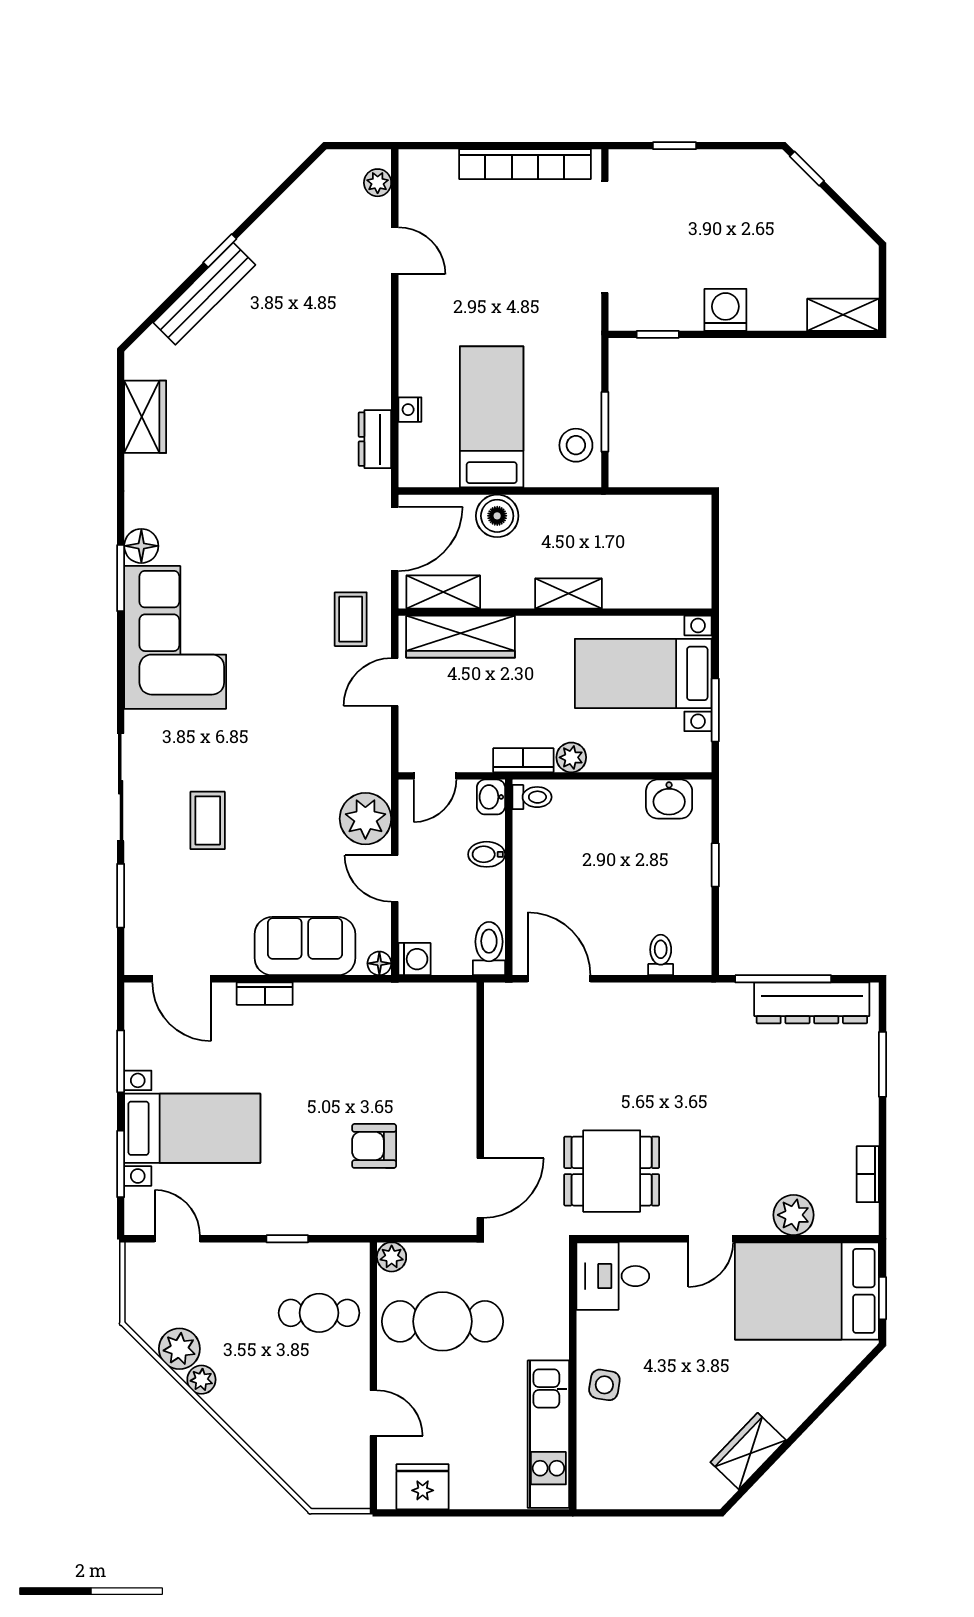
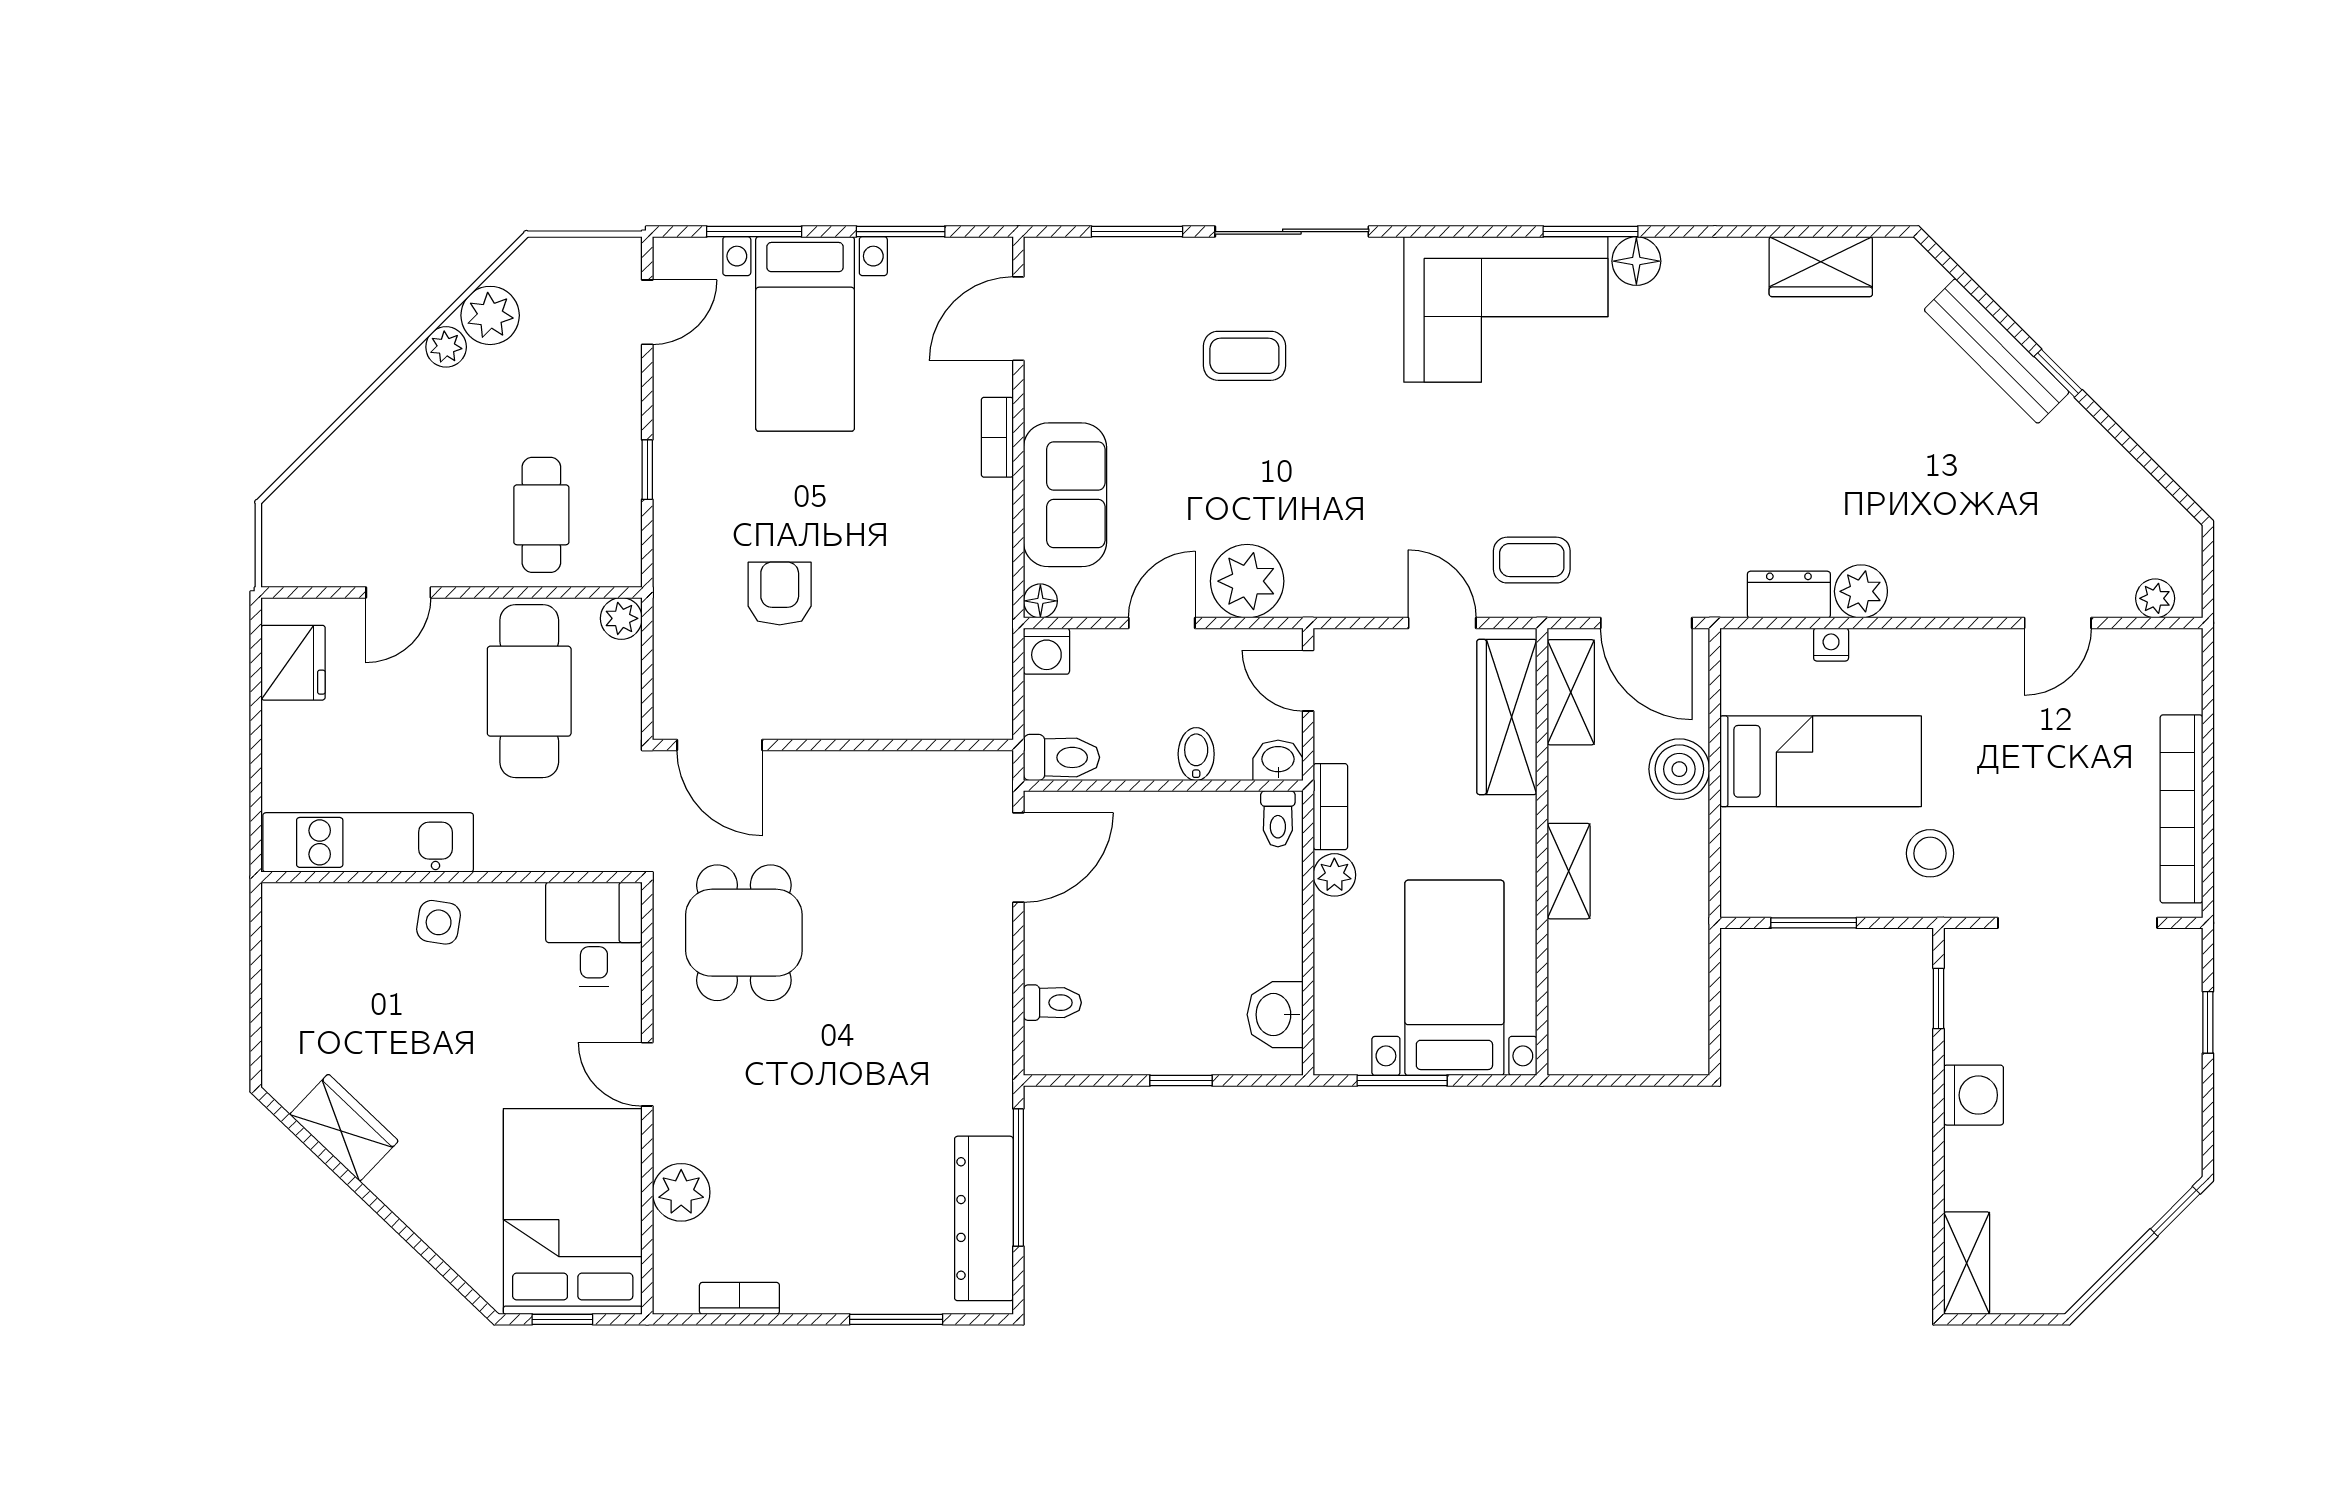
plant: (373, 389) -> (1861, 591), added
stool: (576, 445) -> (1930, 853), moved

